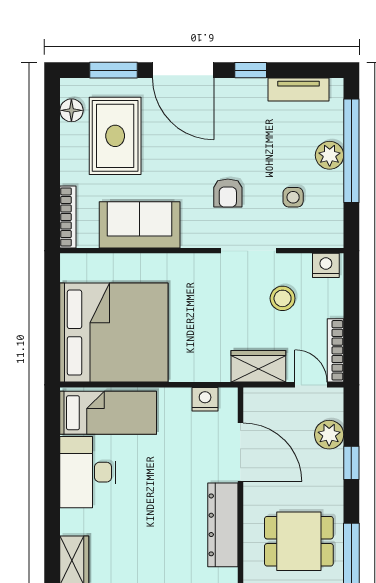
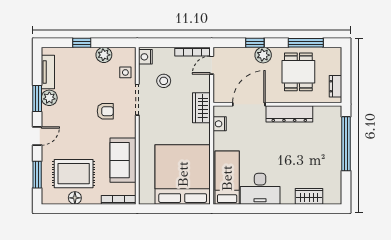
door: (183, 70) -> (37, 136), width x0.53
window: (251, 70) -> (37, 99), width x1.50
plant: (252, 92) -> (49, 98), added
floor lamp: (71, 110) -> (75, 198), moved
window: (351, 151) -> (82, 43), width x0.32
plant: (330, 155) -> (104, 55), moved
side table: (293, 197) -> (125, 72), moved
wardrobe: (258, 366) -> (201, 108), moved
plant: (329, 435) -> (263, 55), moved

